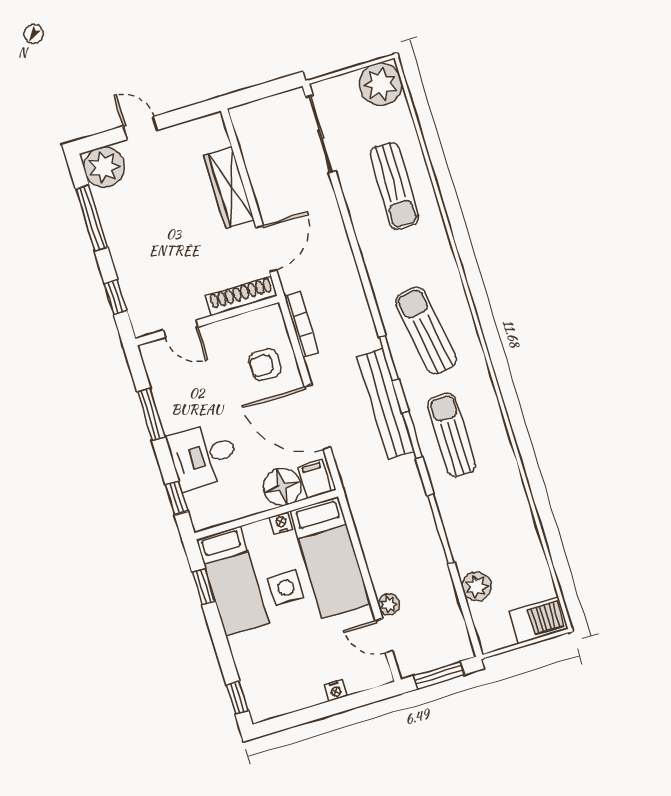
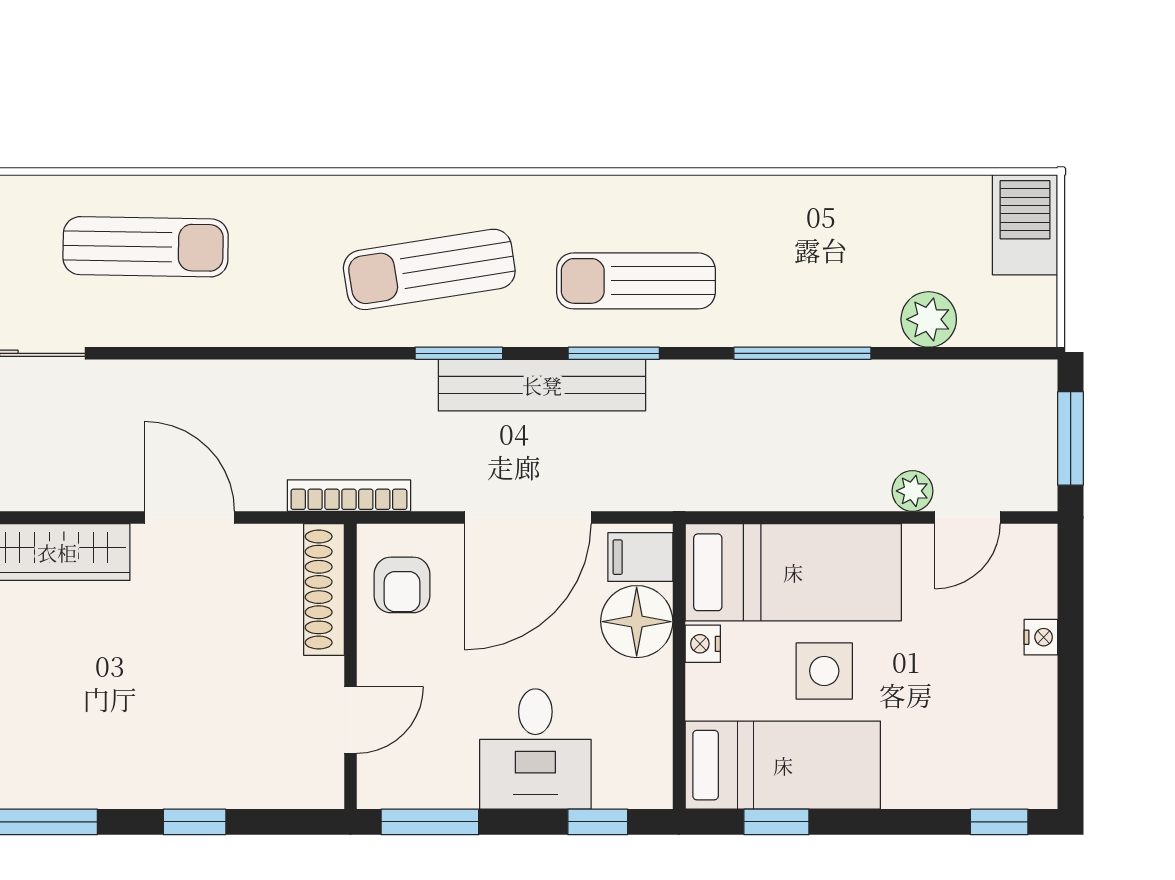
shoe rack: (242, 296) -> (324, 590), moved
wall: (207, 321) -> (350, 666), moved
door: (181, 329) -> (350, 720), moved

